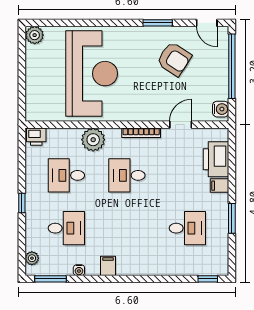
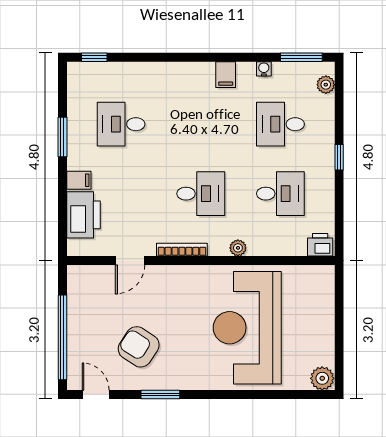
water cooler: (221, 109) -> (77, 281), removed
plant: (93, 140) -> (238, 248), width x0.53, depth x0.53

